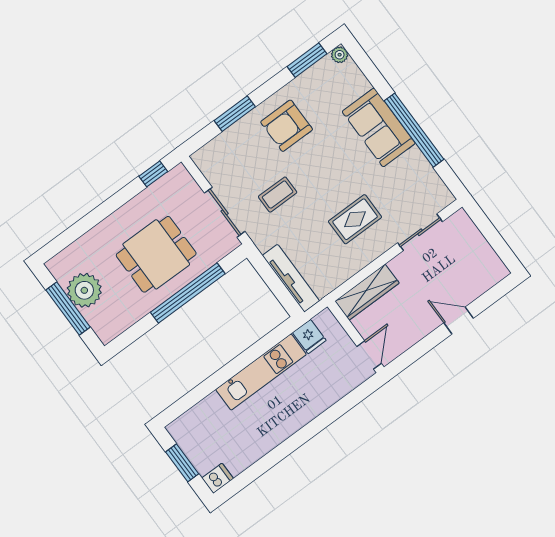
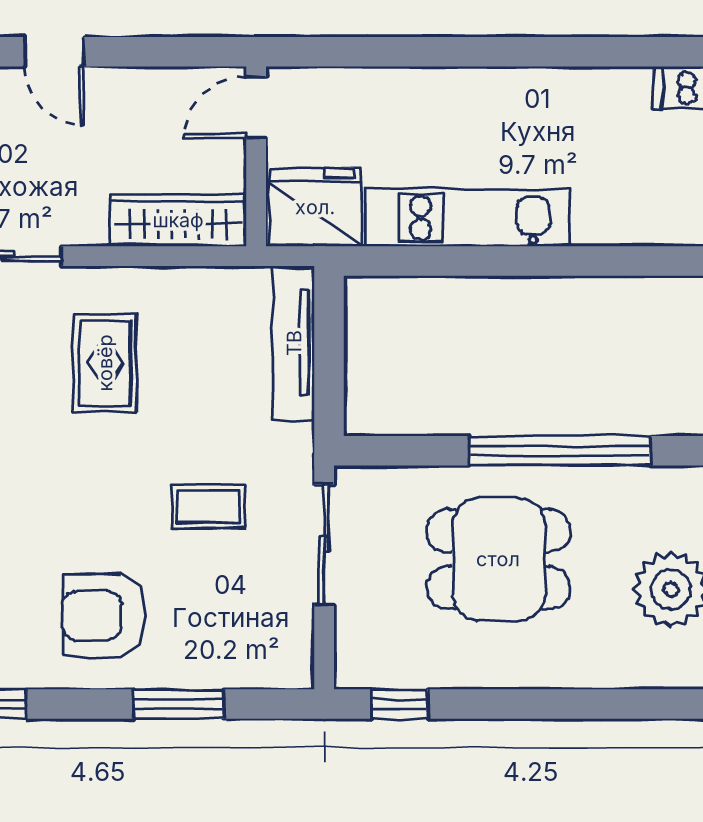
armchair: (287, 126) -> (104, 616), turned 180
rug: (355, 219) -> (105, 363), turned 90
window: (188, 293) -> (560, 451), moved
fridge: (309, 336) -> (315, 207), width x1.88, depth x1.34

